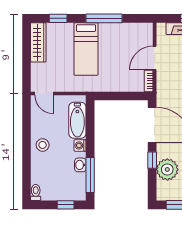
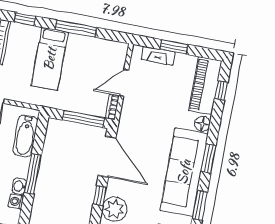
window: (125, 96) -> (83, 119), added
washing machine: (80, 145) -> (16, 201), moved
window: (90, 175) -> (33, 174), moved

